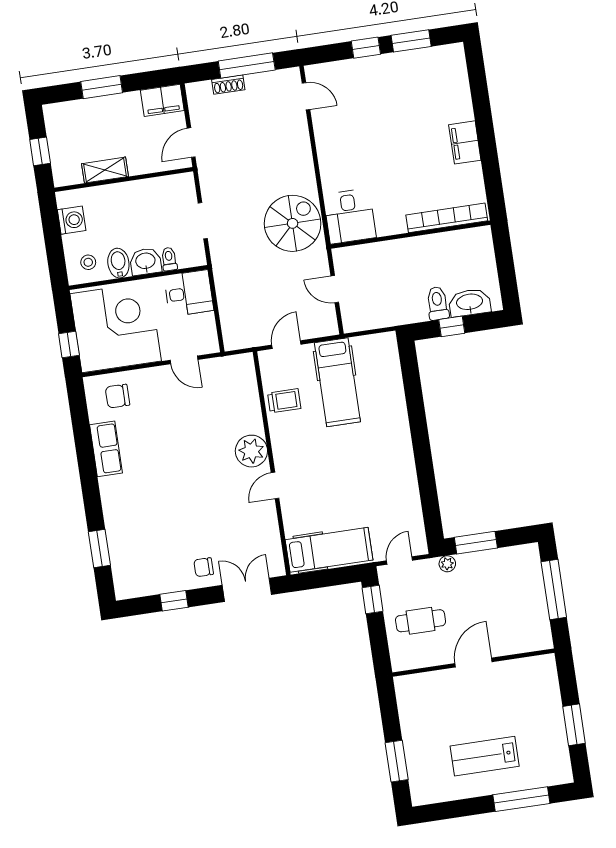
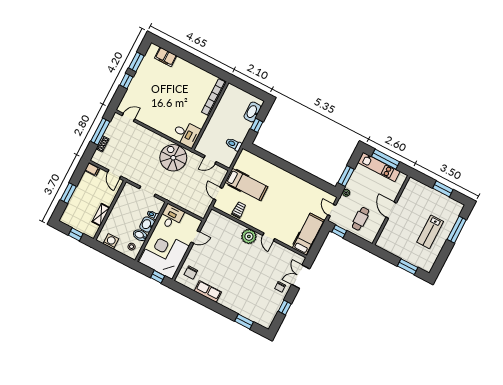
filing cabinet: (162, 100) -> (92, 169), width x0.50
filing cabinet: (465, 142) -> (166, 57), moved
toilet: (437, 303) -> (234, 144), moved
kitchen unit: (532, 588) -> (379, 167), added

